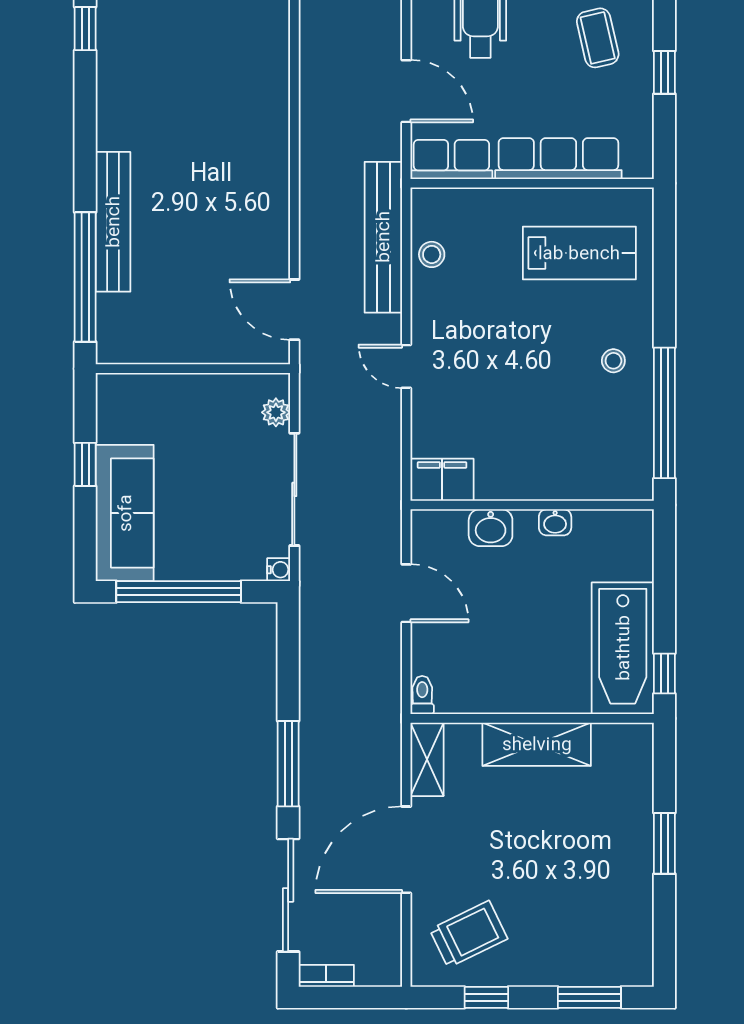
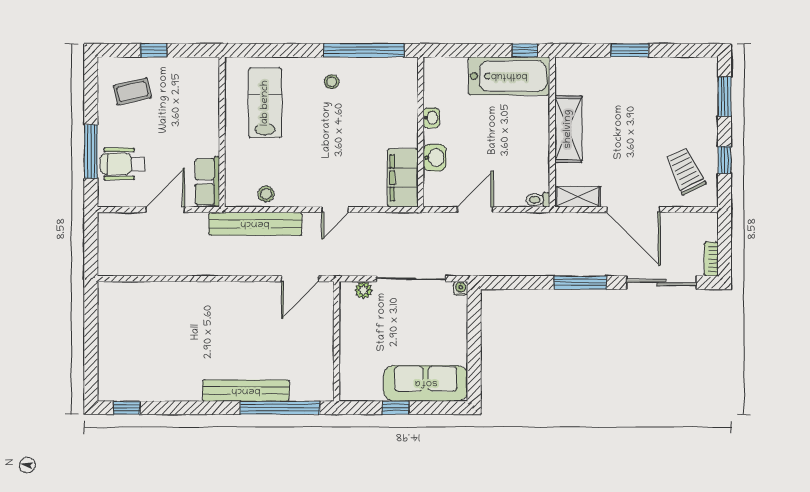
row of seats: (558, 159) -> (207, 116), removed
filing cabinet: (442, 480) -> (403, 178), width x1.50, depth x1.17
window: (179, 592) -> (474, 350), removed

